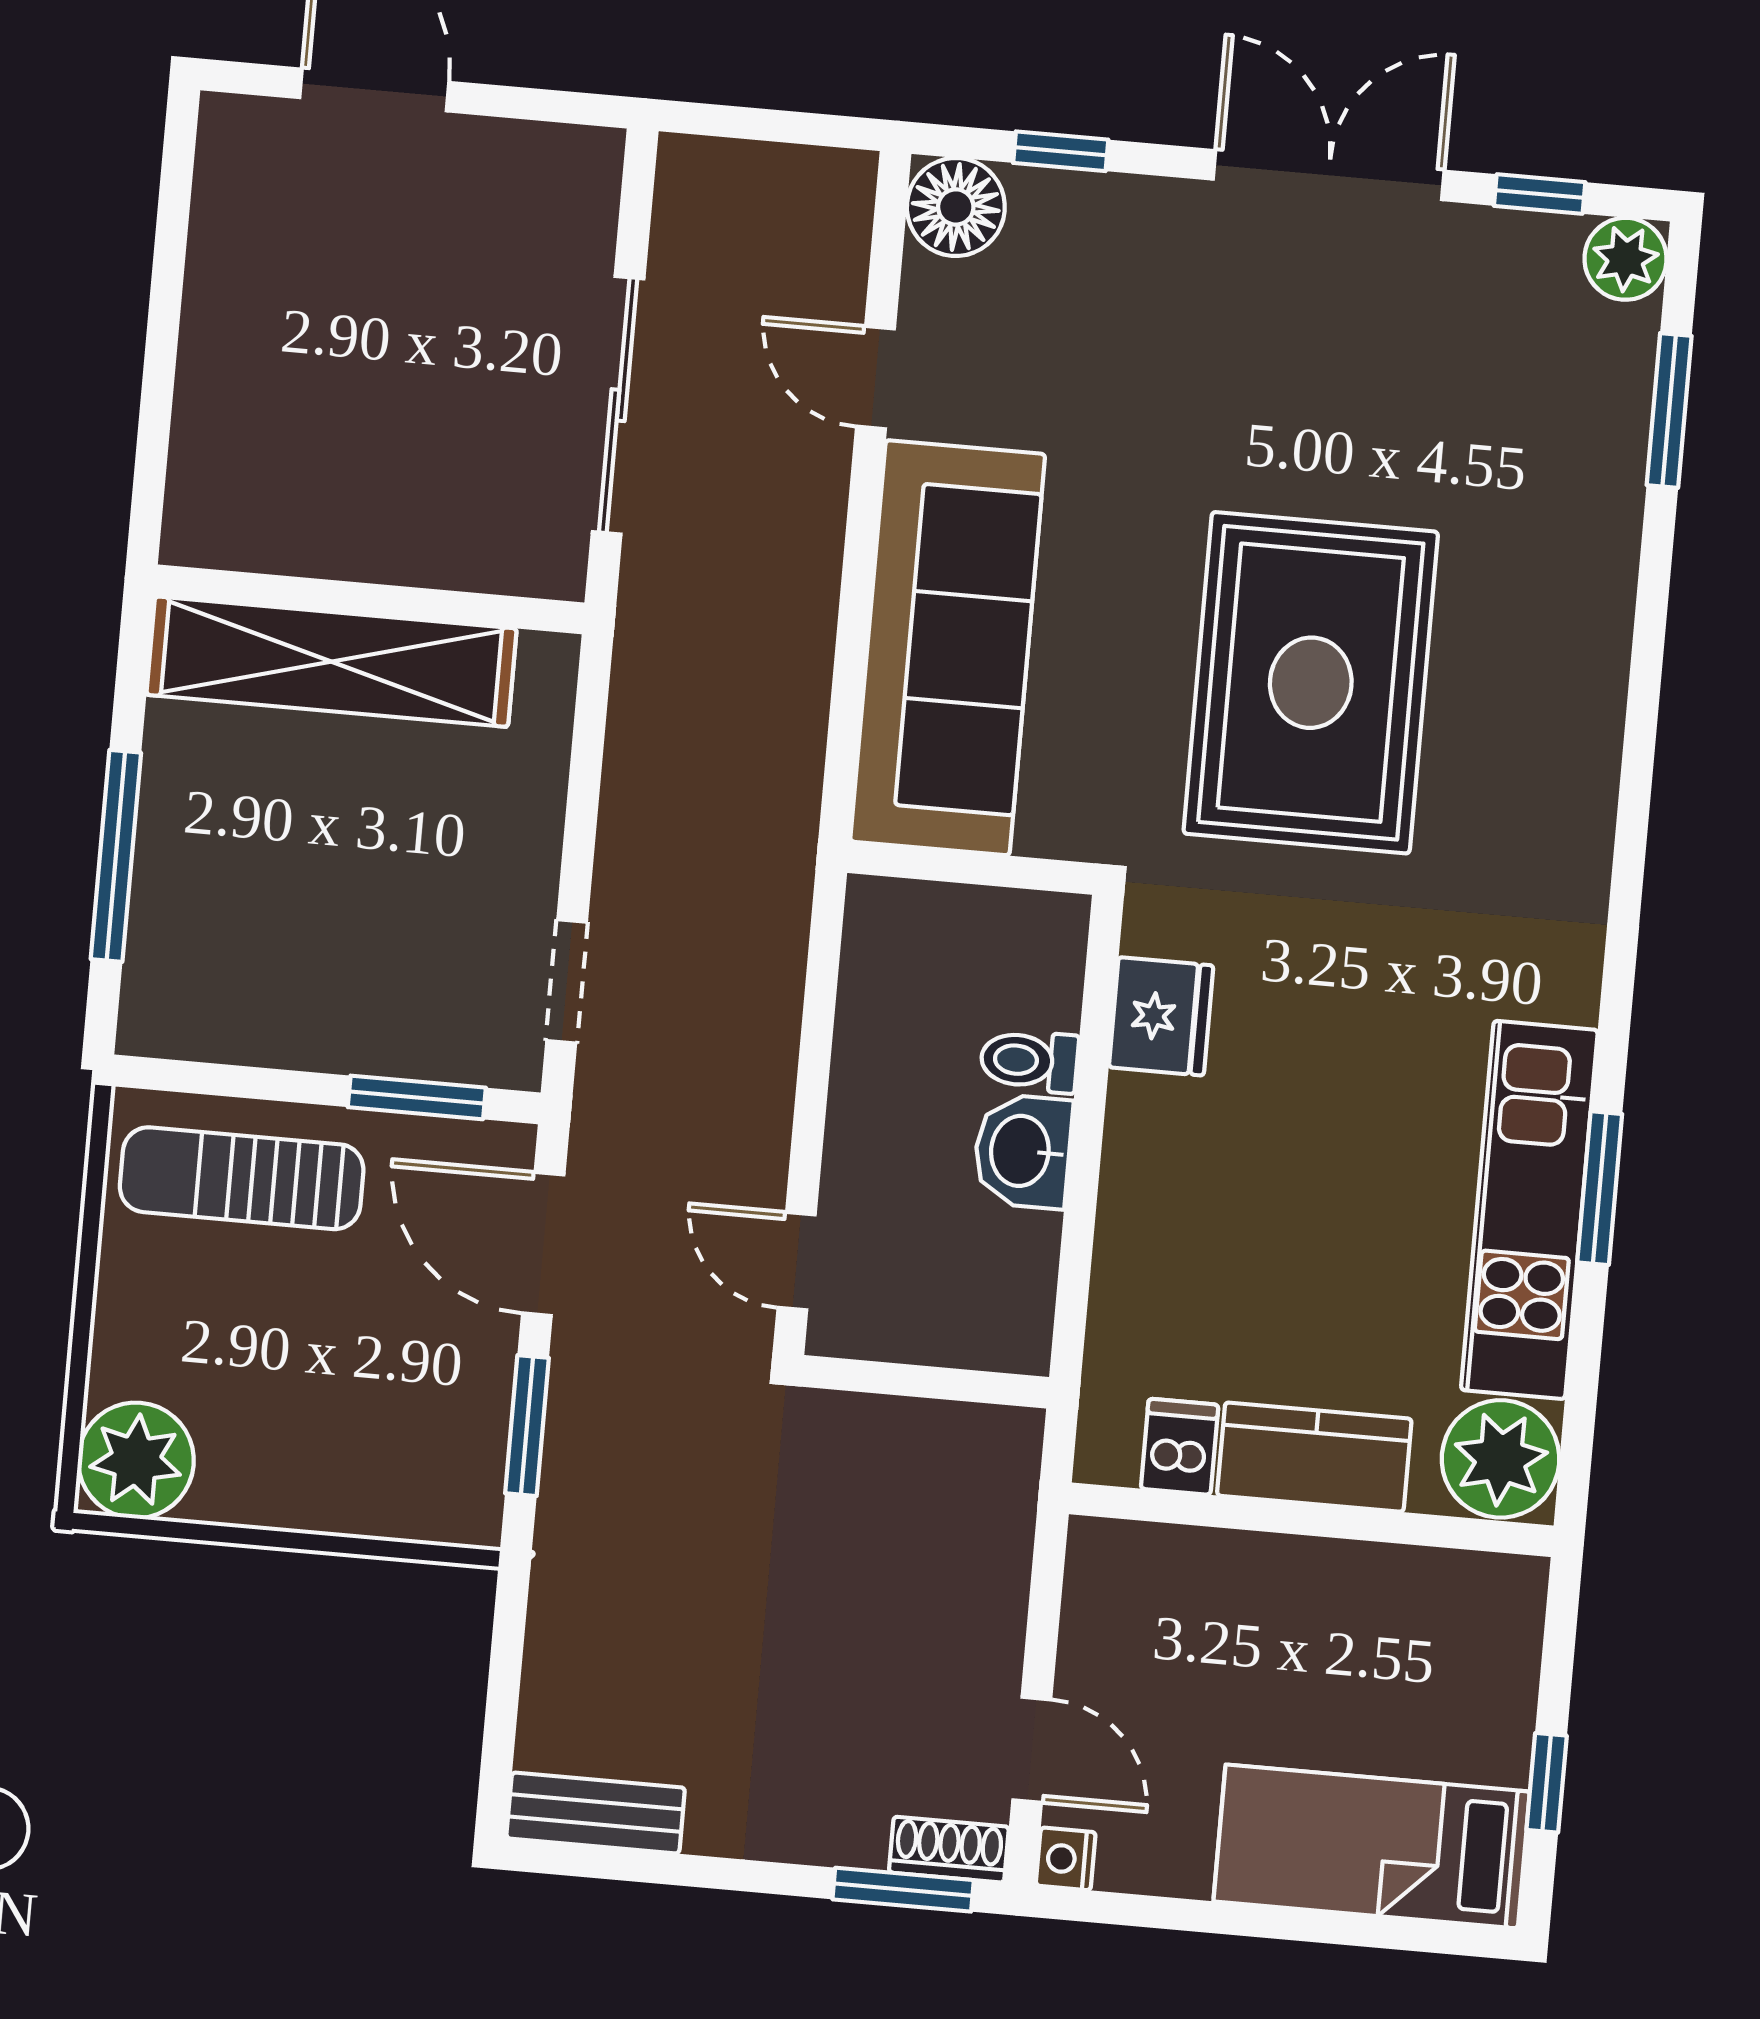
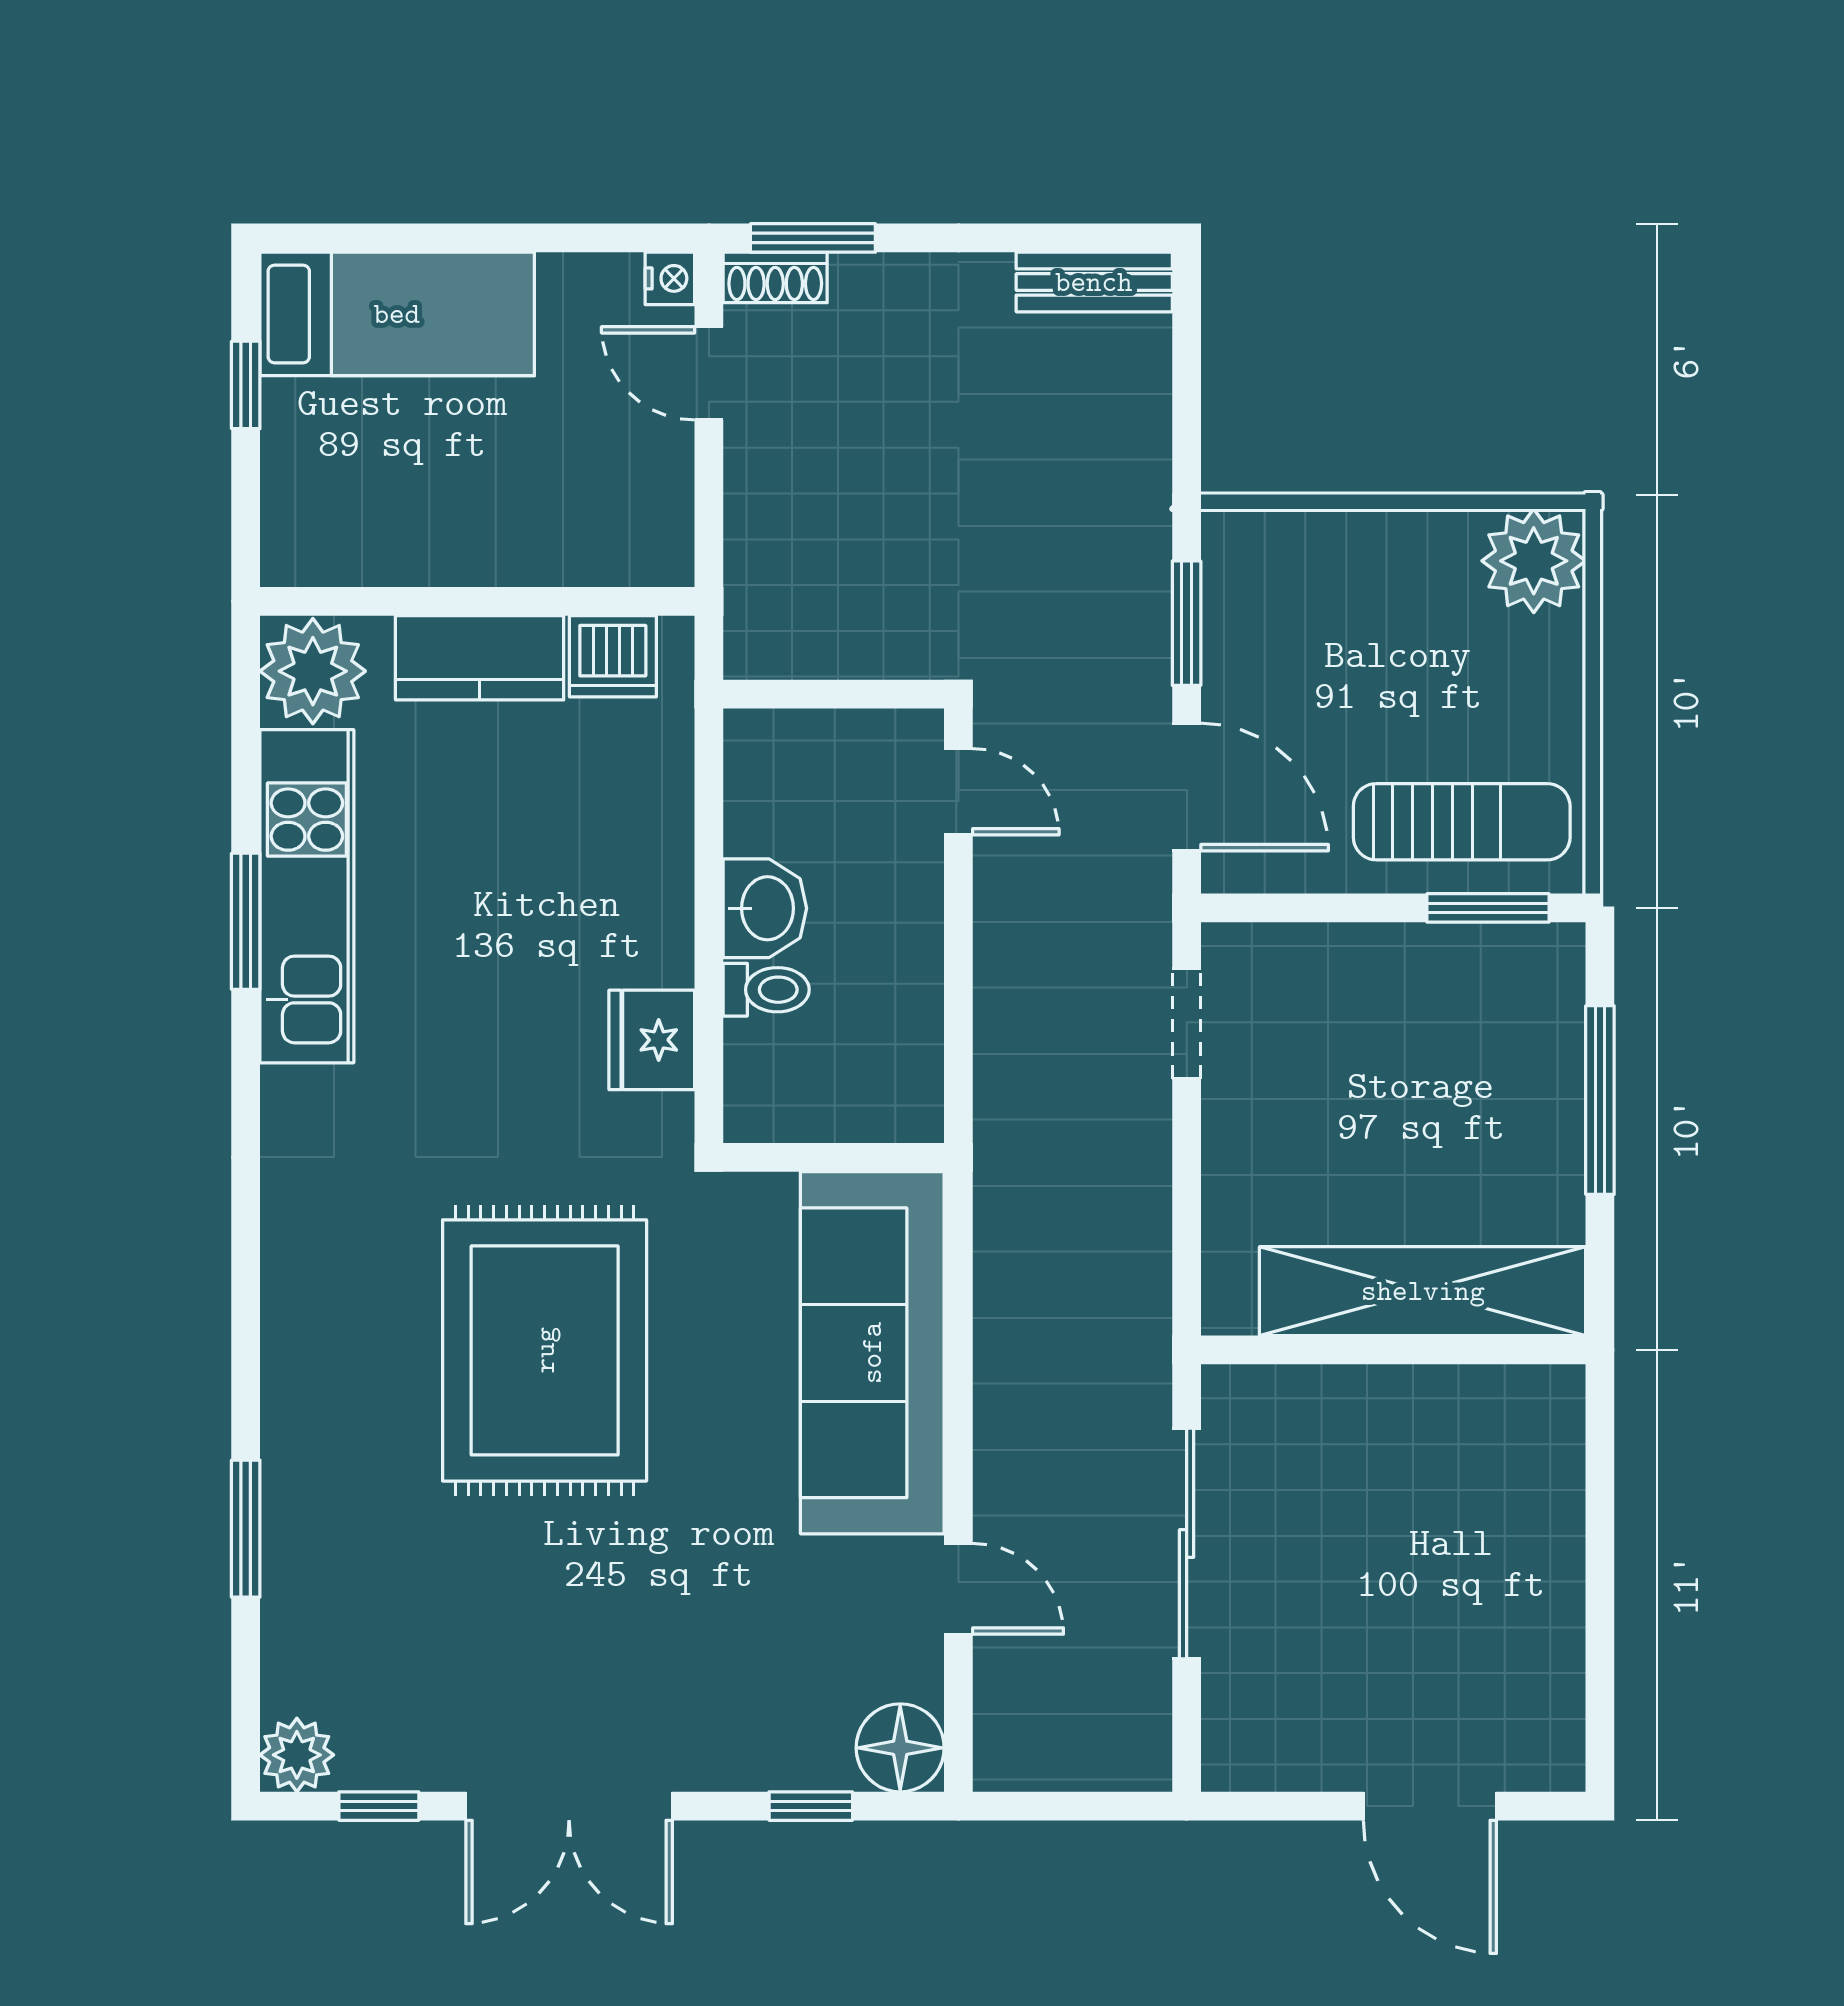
window: (1669, 410) -> (246, 1529), moved
window: (417, 1097) -> (1488, 908), moved
dishwasher: (1180, 1447) -> (613, 656), width x1.38

